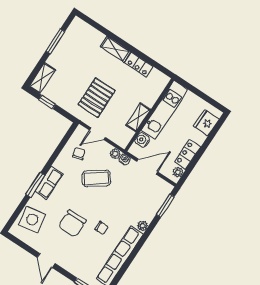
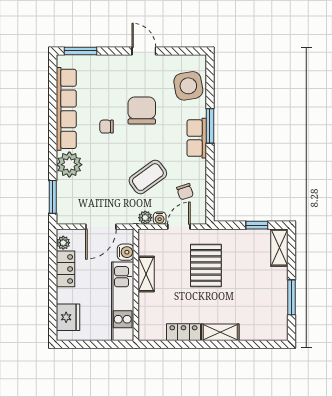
water cooler: (125, 159) -> (160, 218), moved
plant: (143, 226) -> (69, 165), width x1.87, depth x1.87

